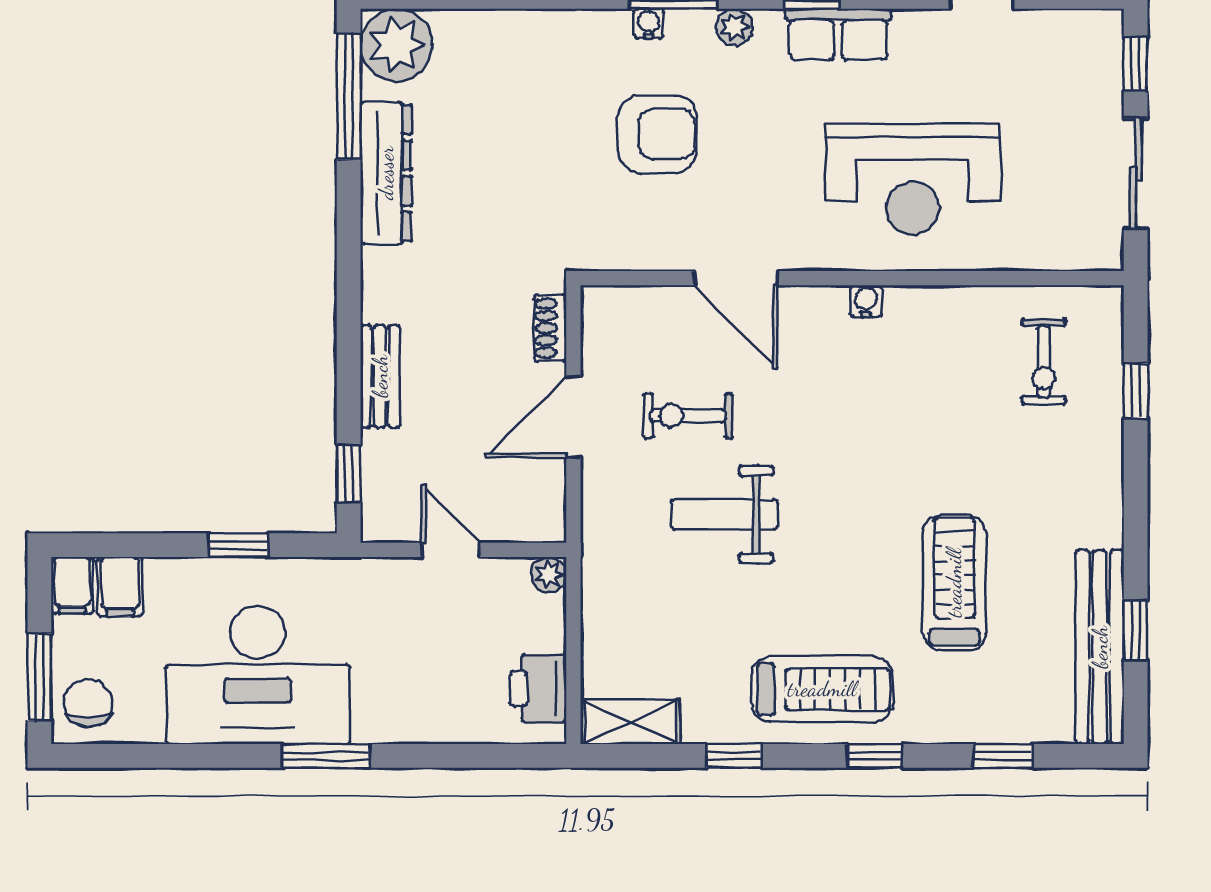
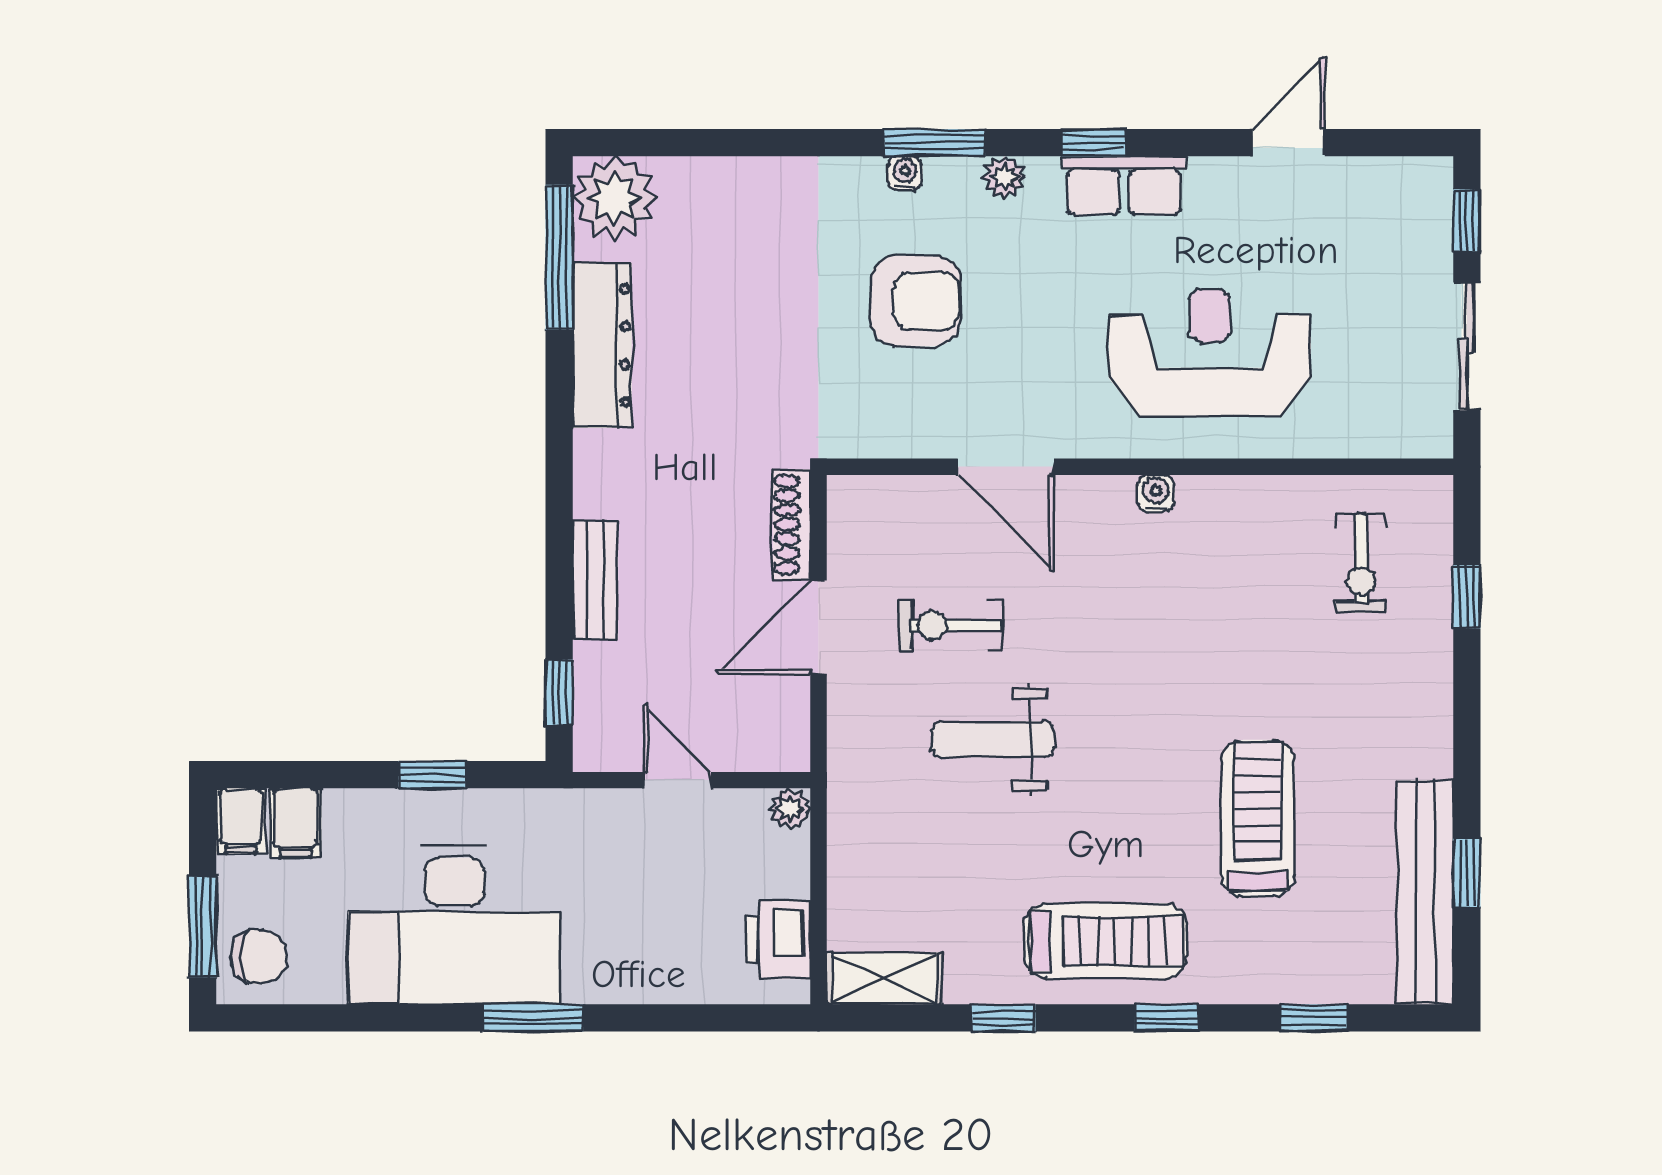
reception desk: (913, 179) -> (1210, 353), turned 180
shoe rack: (550, 328) -> (792, 524), width x1.43
chair: (88, 703) -> (259, 957), turned 90

